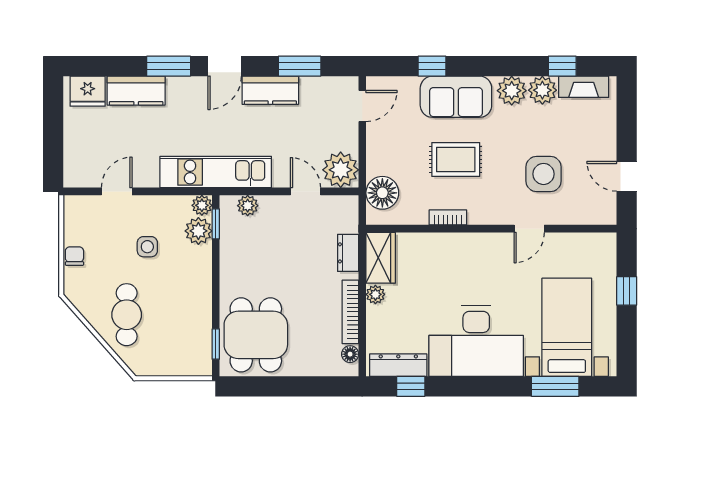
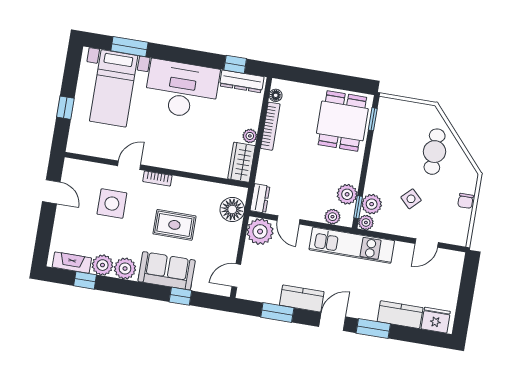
bookcase: (448, 217) -> (157, 178), moved
plant: (233, 239) -> (347, 194), added
side table: (147, 247) -> (411, 199), turned 45
dresser: (348, 253) -> (260, 198), moved

